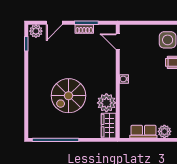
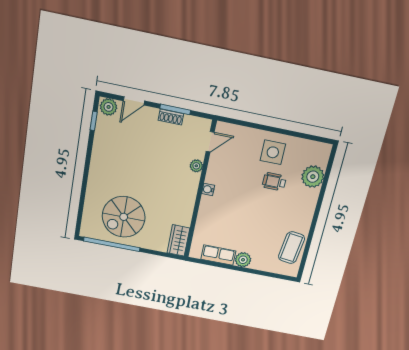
door: (118, 42) -> (210, 142), swing flipped
spiral stairs: (68, 96) -> (124, 217), moved
plant: (106, 103) -> (196, 166), moved, width x0.53, depth x0.53

